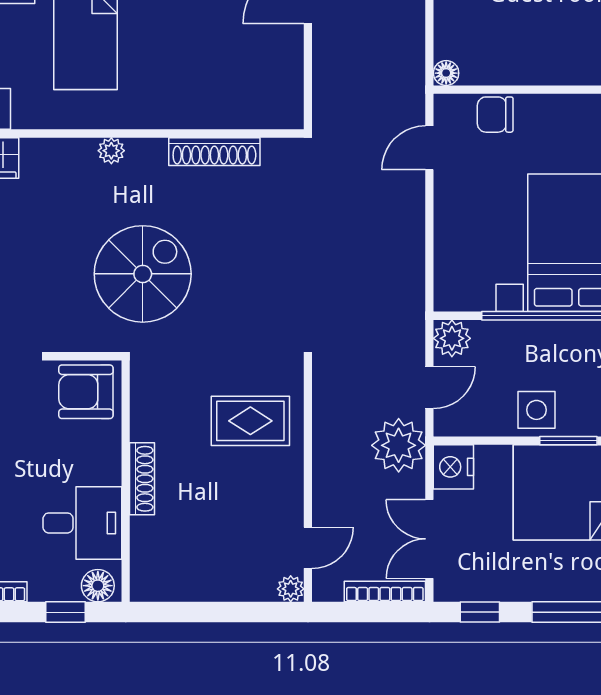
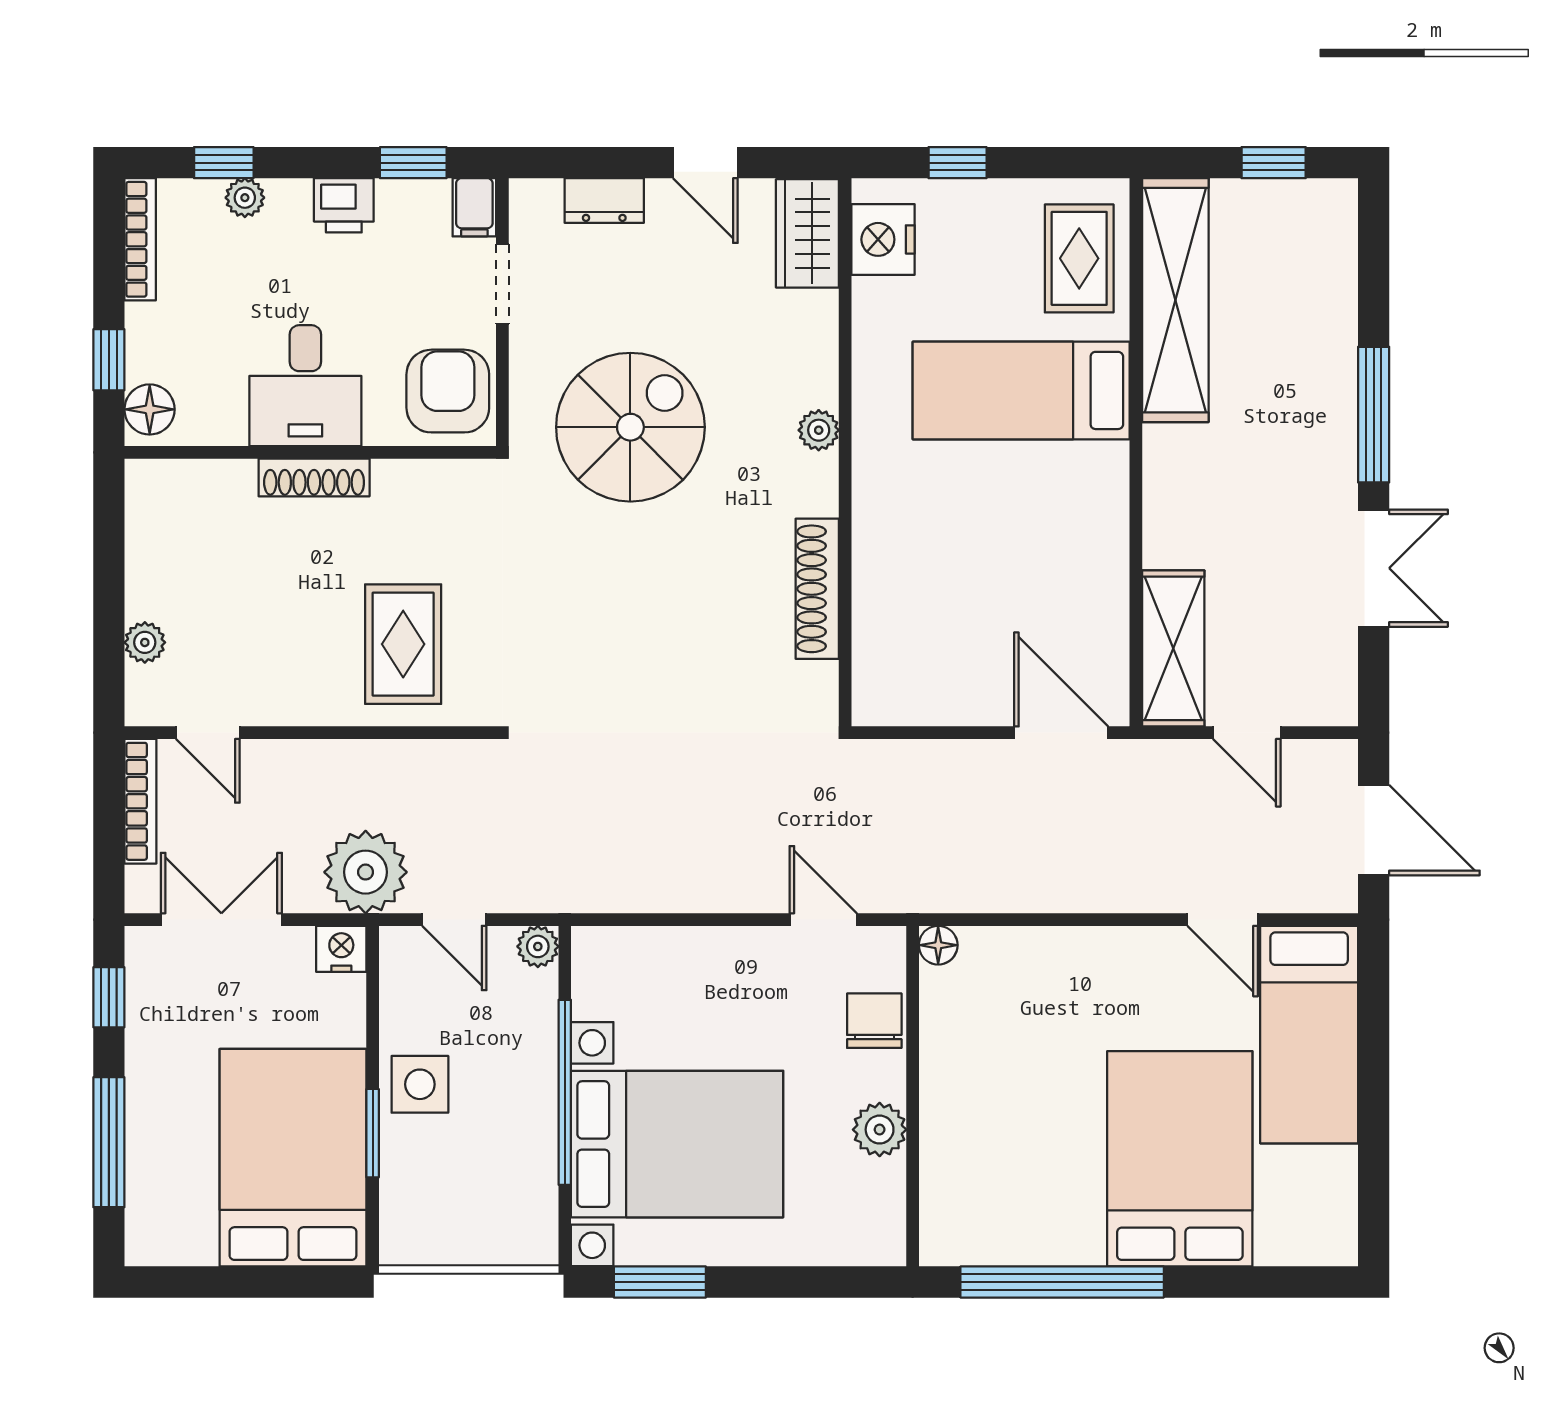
plant: (566, 111) -> (880, 1130), added
spiral stairs: (143, 274) -> (630, 427), moved, turned -90
plant: (452, 338) -> (538, 946), width x0.73, depth x0.73
nightstand: (453, 467) -> (341, 949), width x0.74, depth x0.75
desk: (82, 523) -> (305, 386), moved
plant: (291, 589) -> (145, 642), moved
bookcase: (385, 592) -> (140, 801), moved

